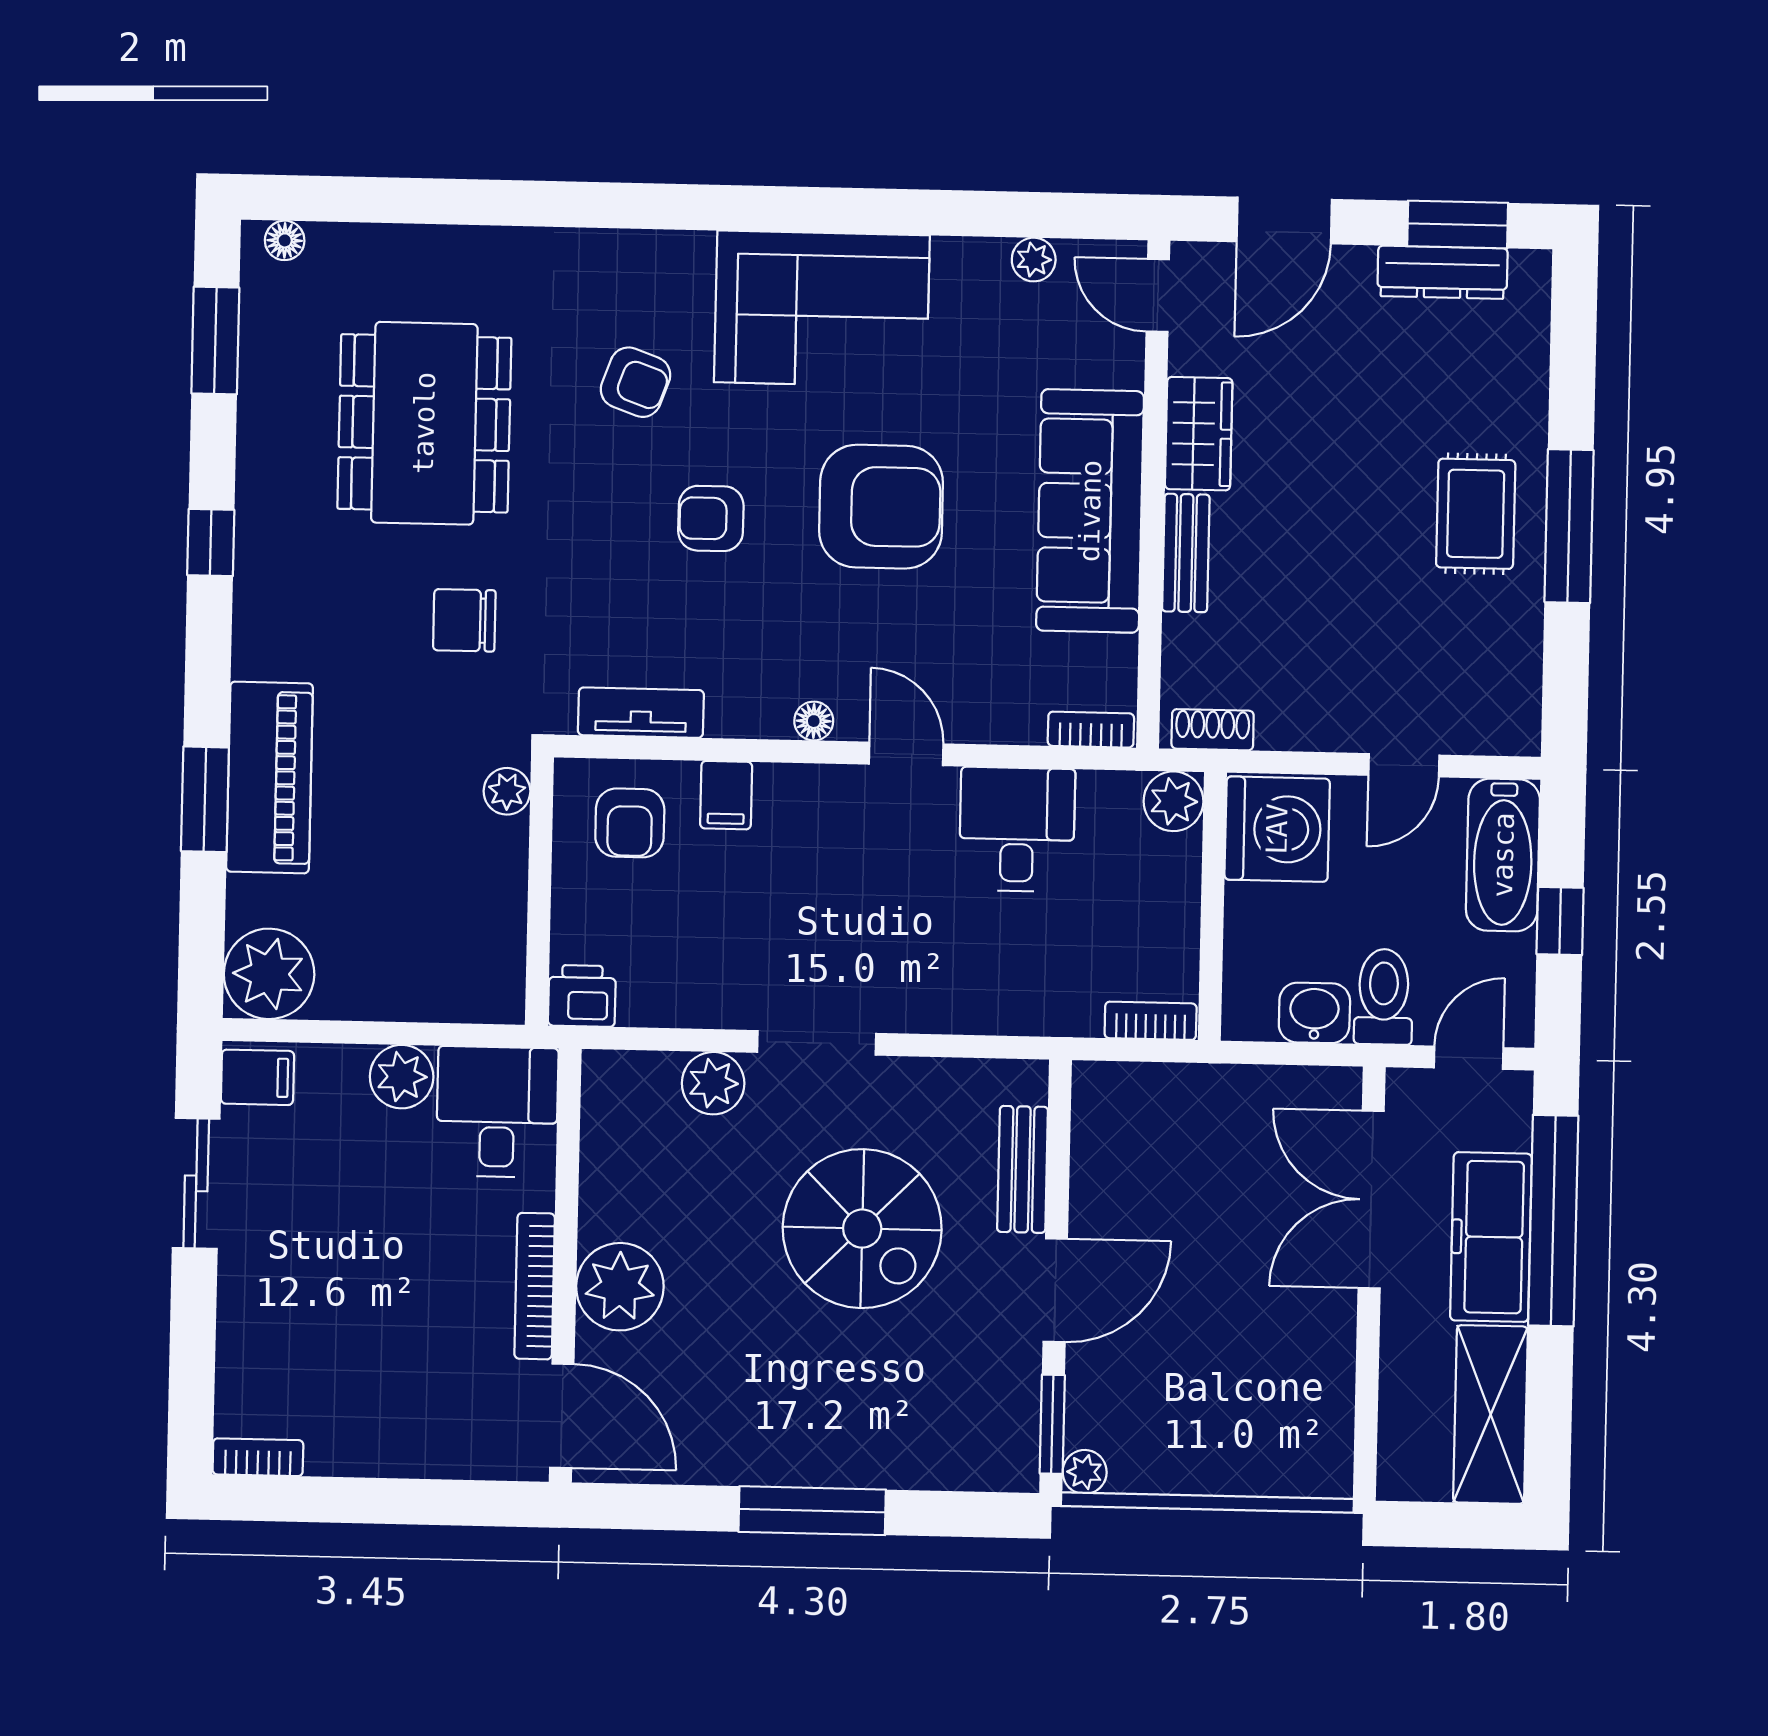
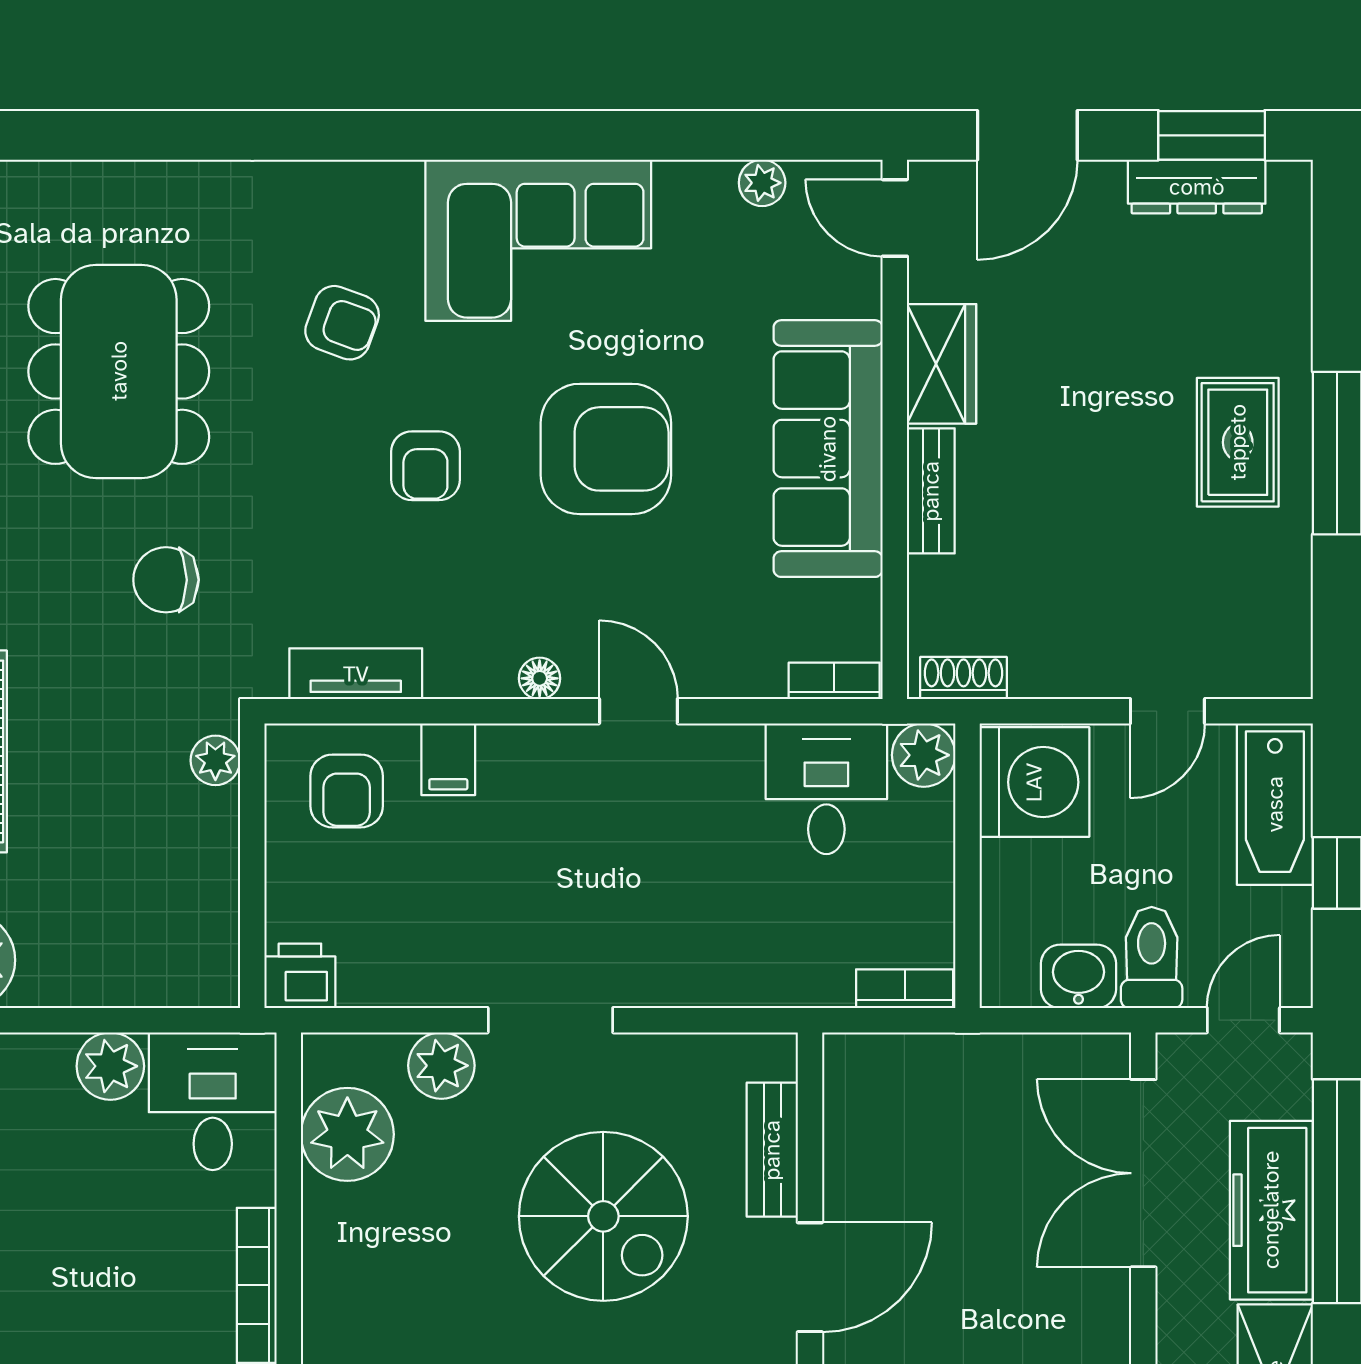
armchair: (711, 518) -> (425, 466), turned -90
desk: (1017, 829) -> (826, 789), moved
plant: (620, 1287) -> (347, 1134), moved

